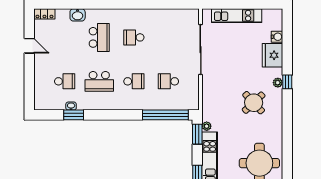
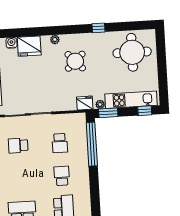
school desk: (134, 37) -> (18, 146), moved, turned 90
window: (287, 82) -> (98, 28), moved
fridge: (209, 110) -> (85, 103), added

